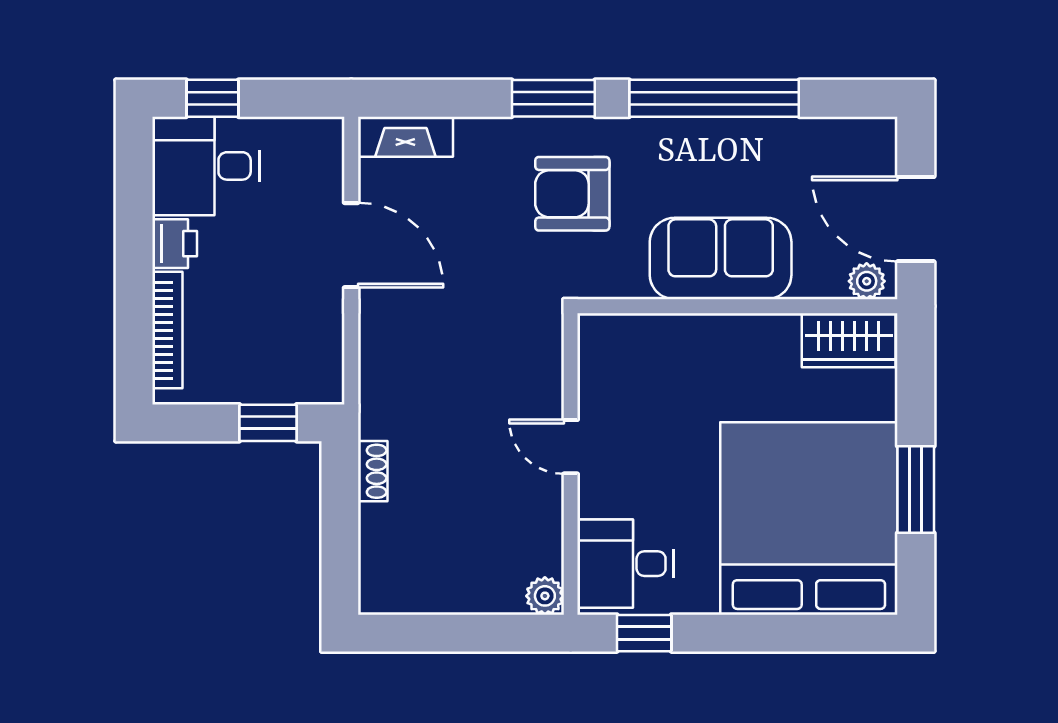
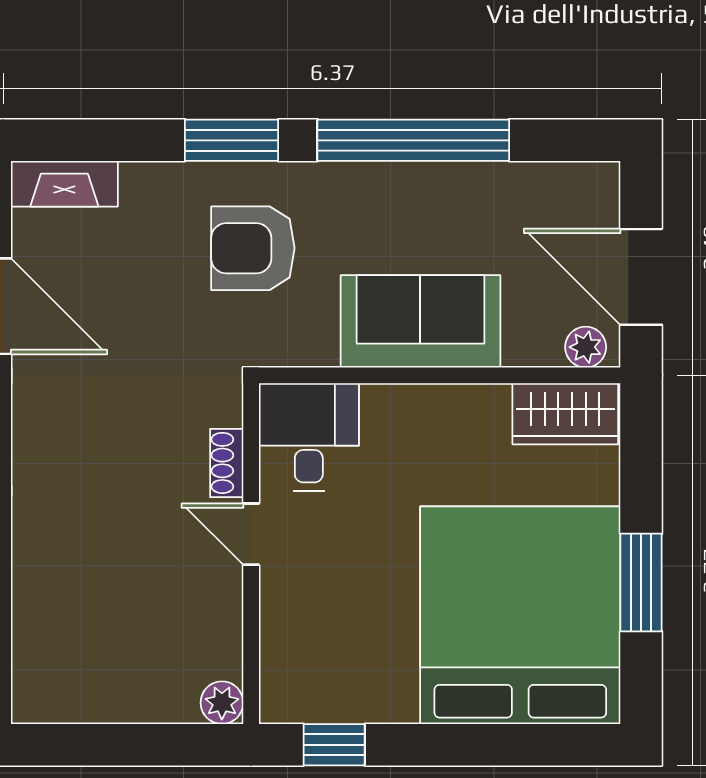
shoe rack: (373, 471) -> (227, 463), moved, turned 180
desk: (625, 564) -> (309, 437), moved, turned 90

